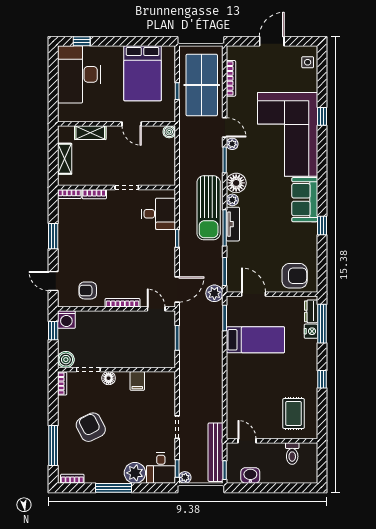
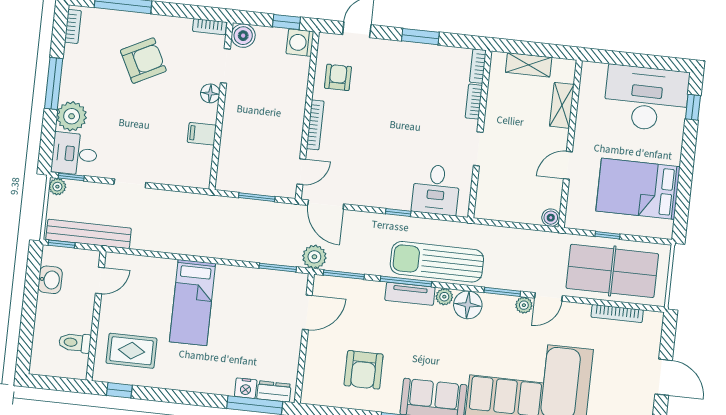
armchair: (295, 276) -> (364, 370), moved
bed: (255, 340) -> (192, 303), moved
window: (322, 379) -> (119, 390), moved

